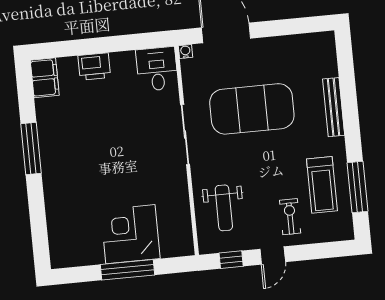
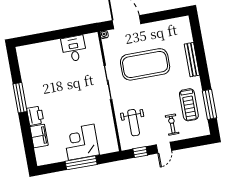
printer: (94, 67) -> (35, 116), moved, turned -90
desk: (157, 69) -> (74, 49), moved
filing cabinet: (45, 78) -> (39, 136), moved

